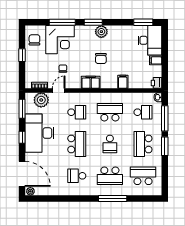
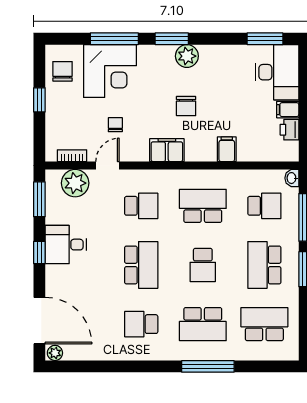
printer: (156, 83) -> (289, 130), moved
desk: (40, 133) -> (66, 245), width x0.53, depth x0.77

